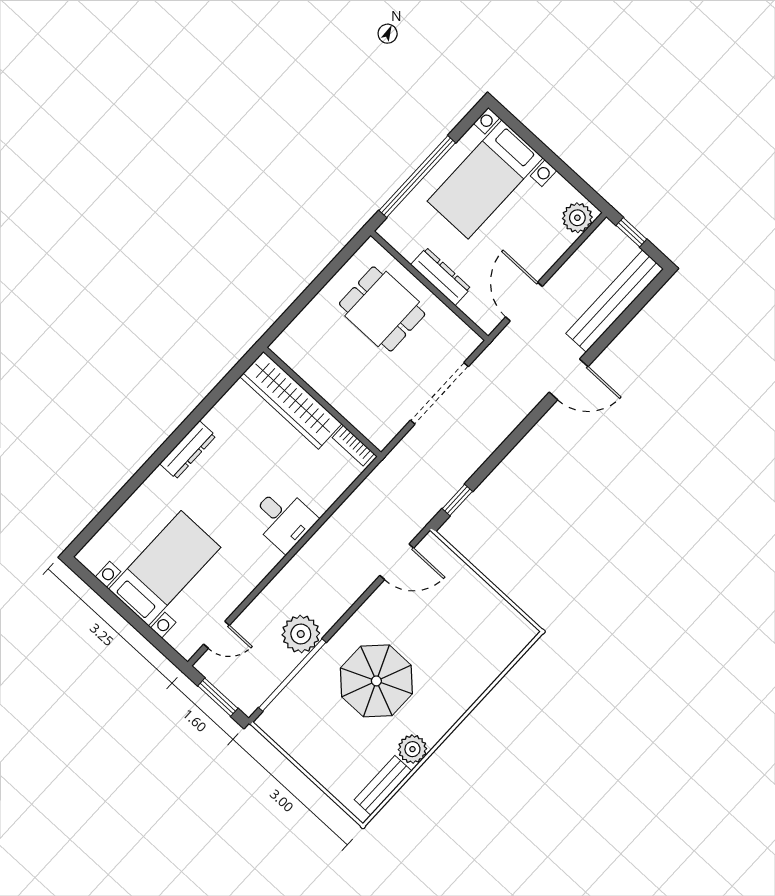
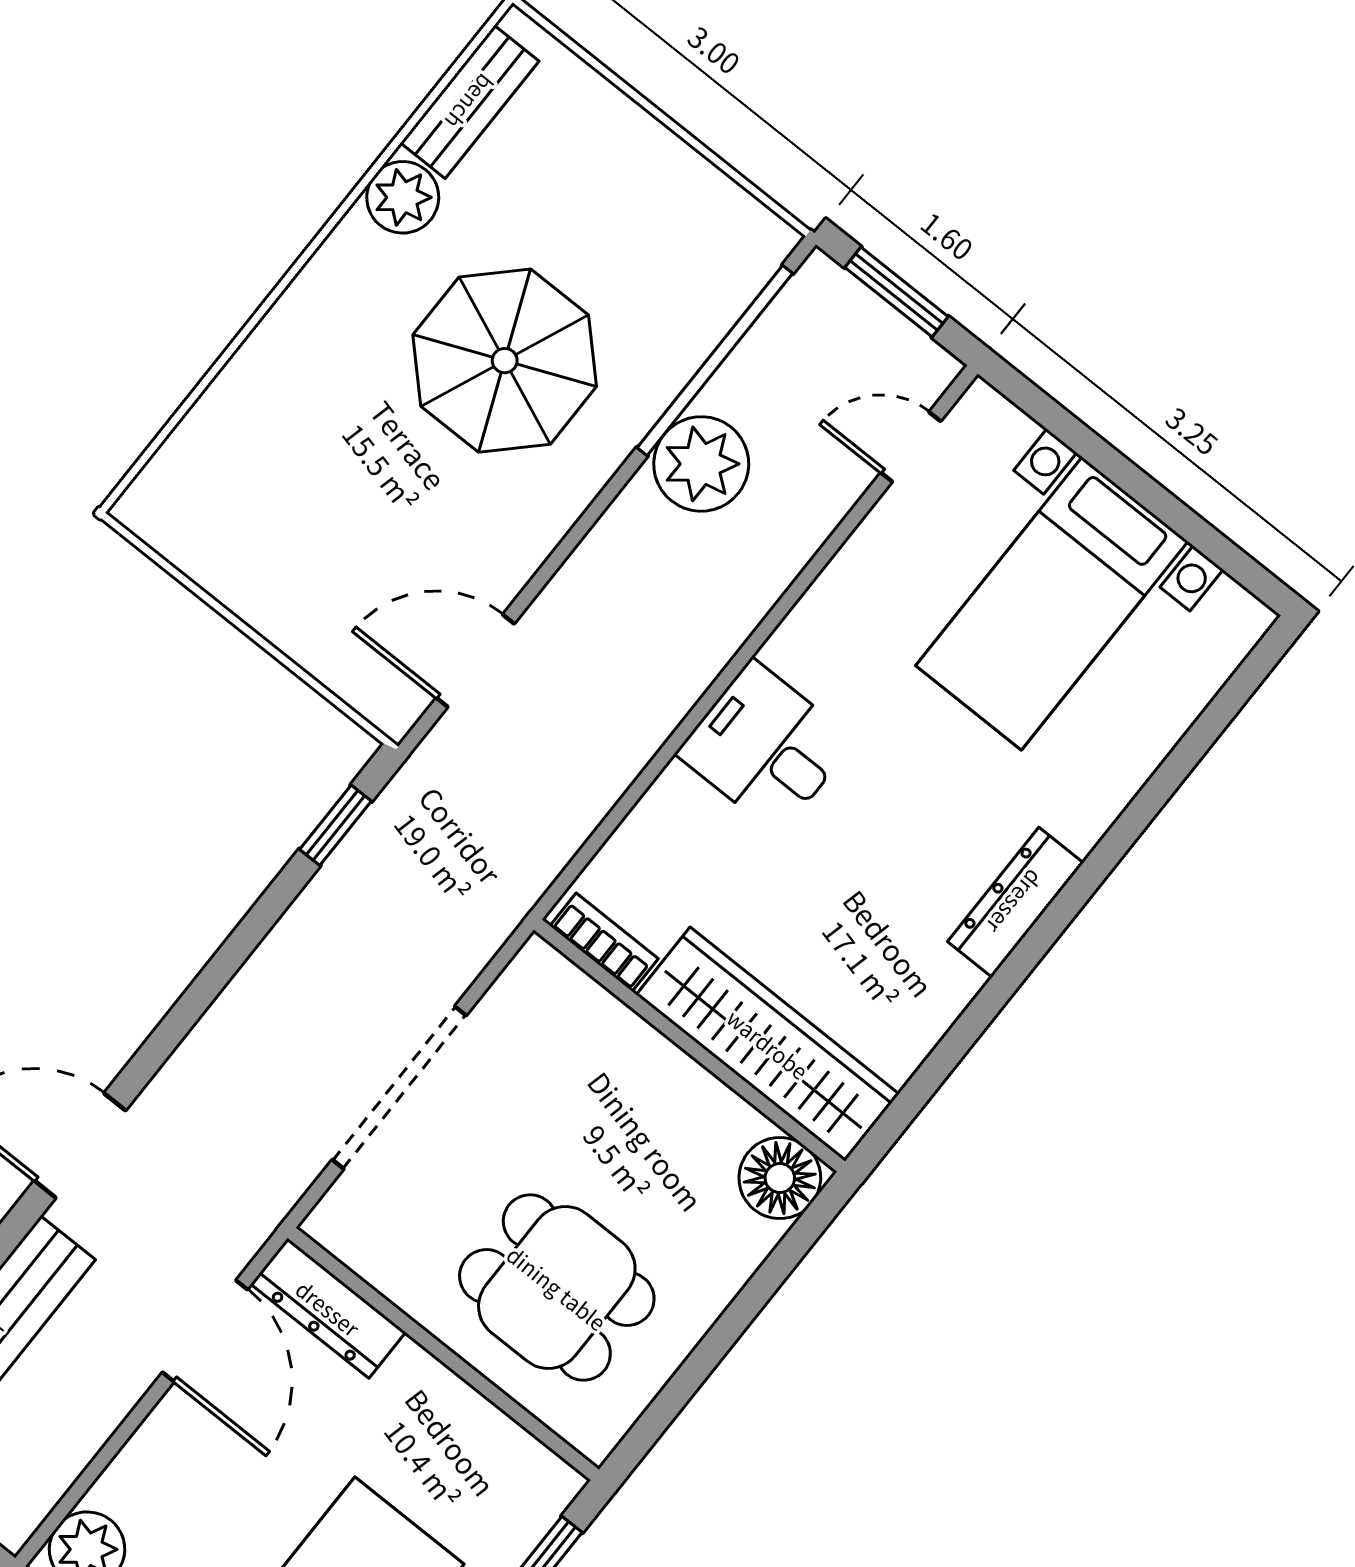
dresser: (441, 277) -> (328, 1308), moved
floor lamp: (290, 346) -> (780, 1178), added

